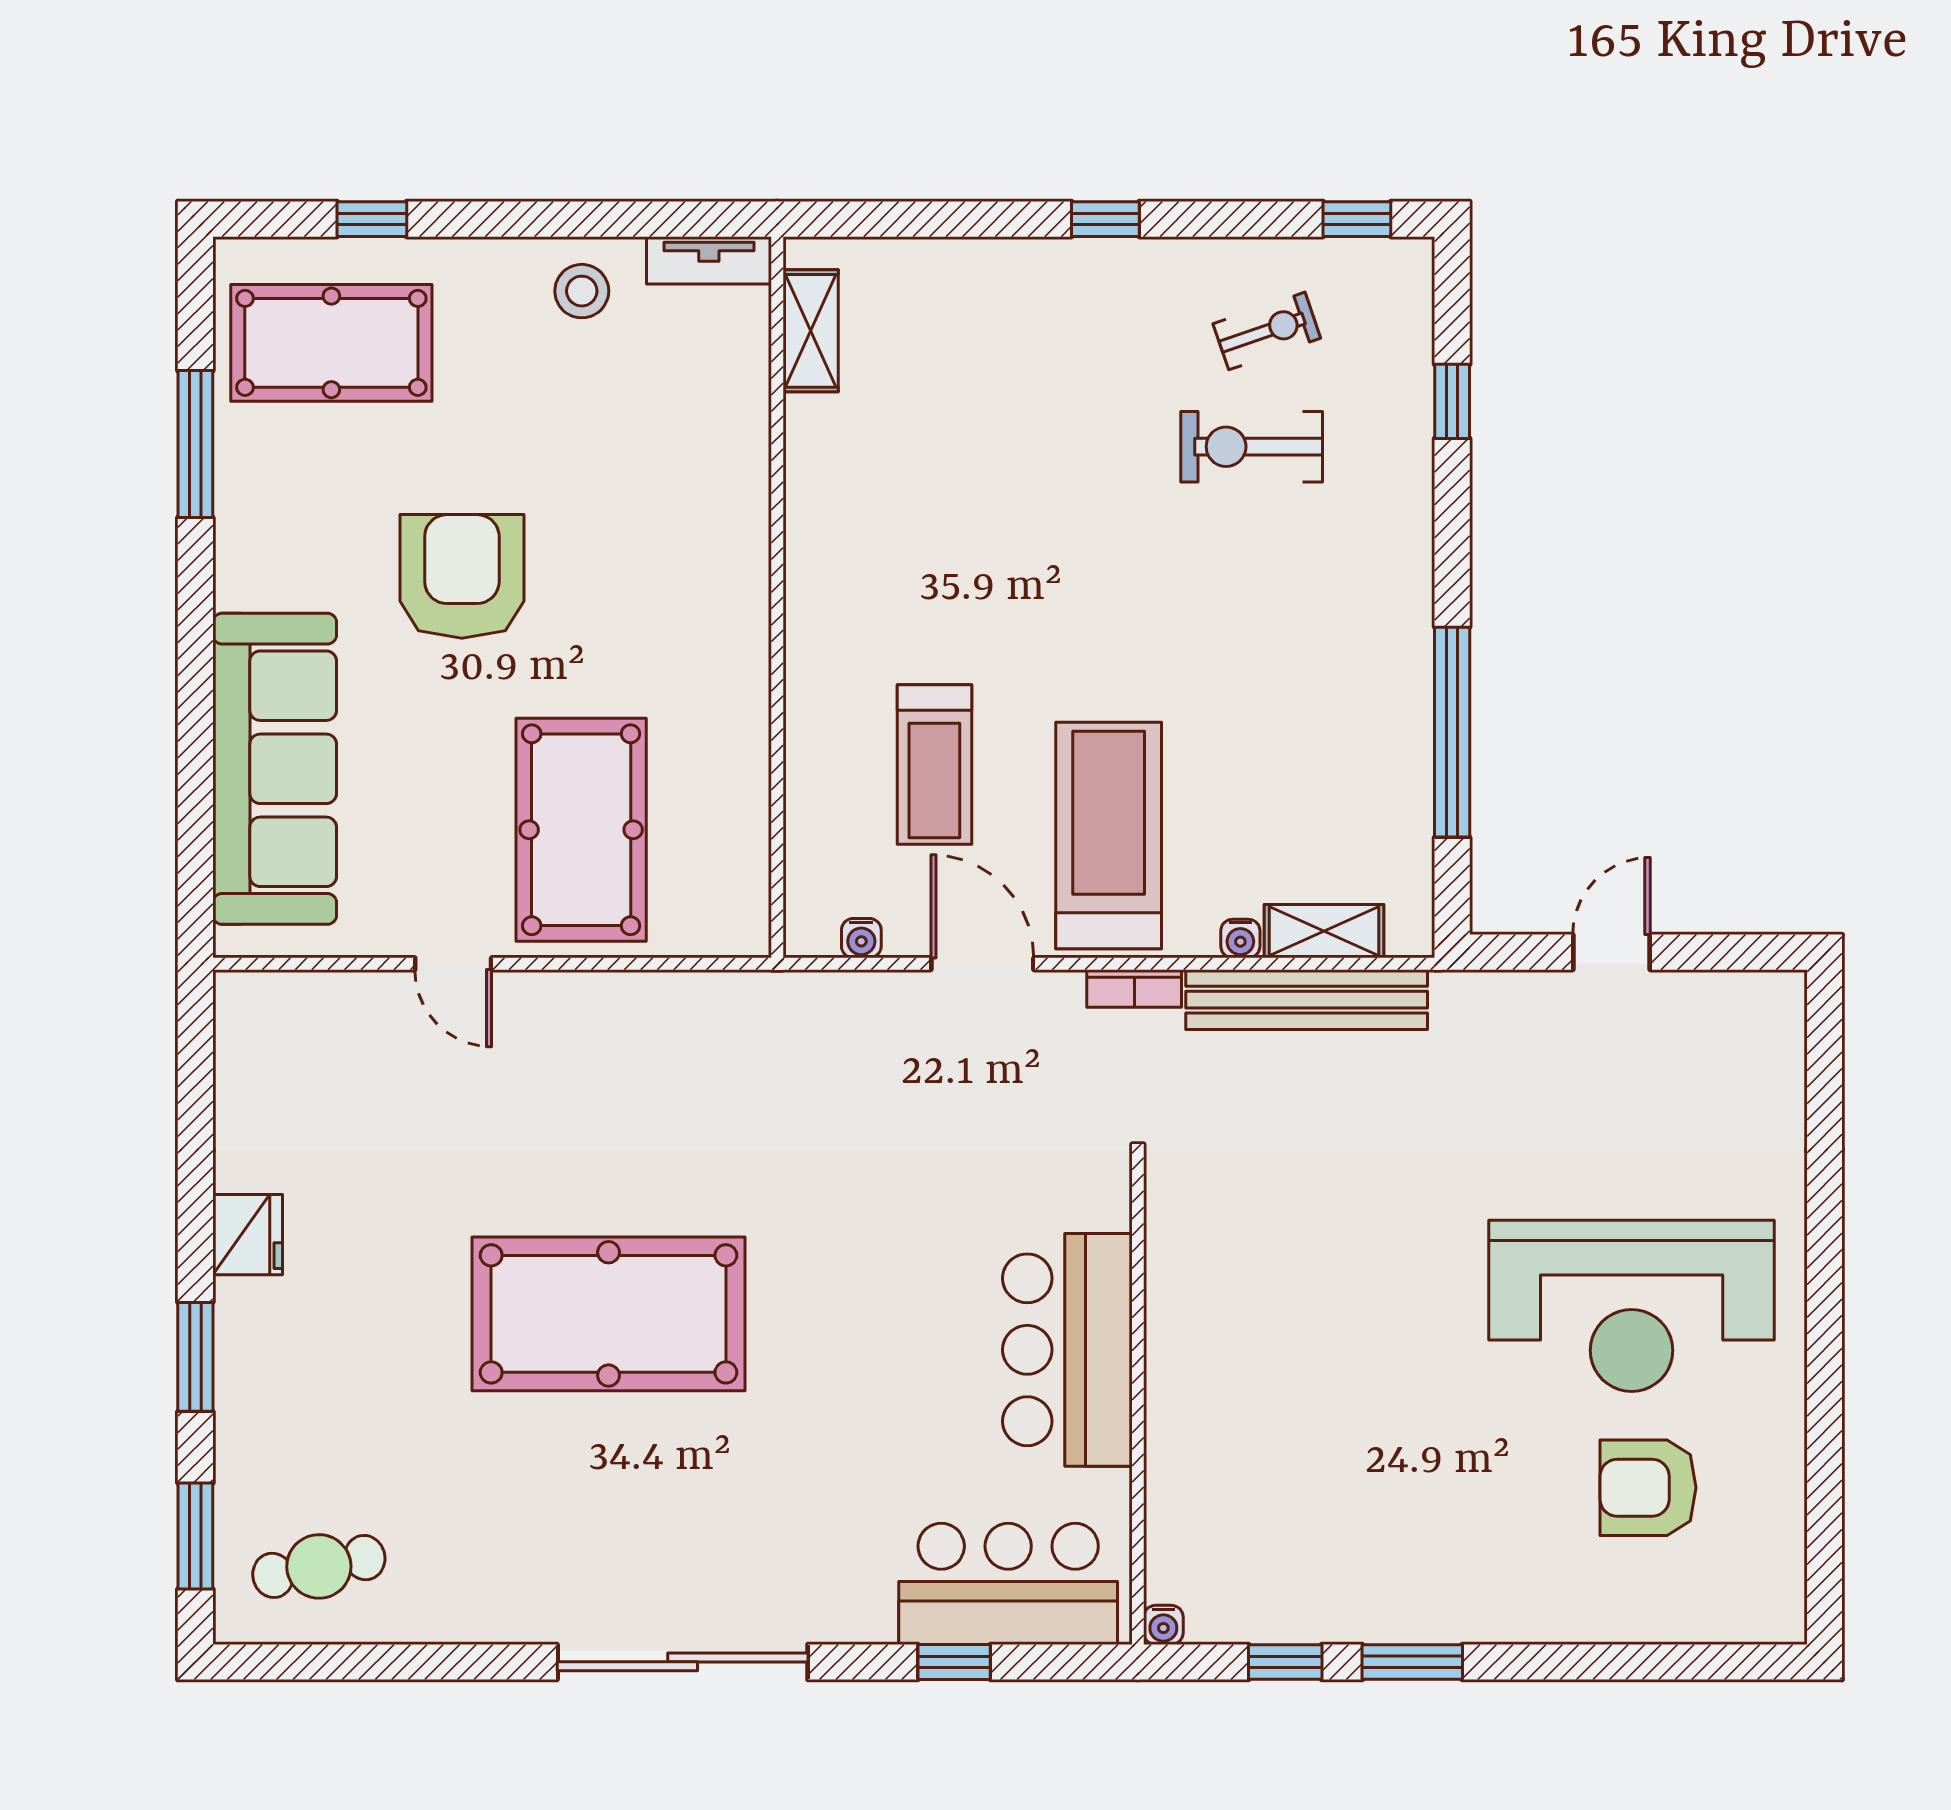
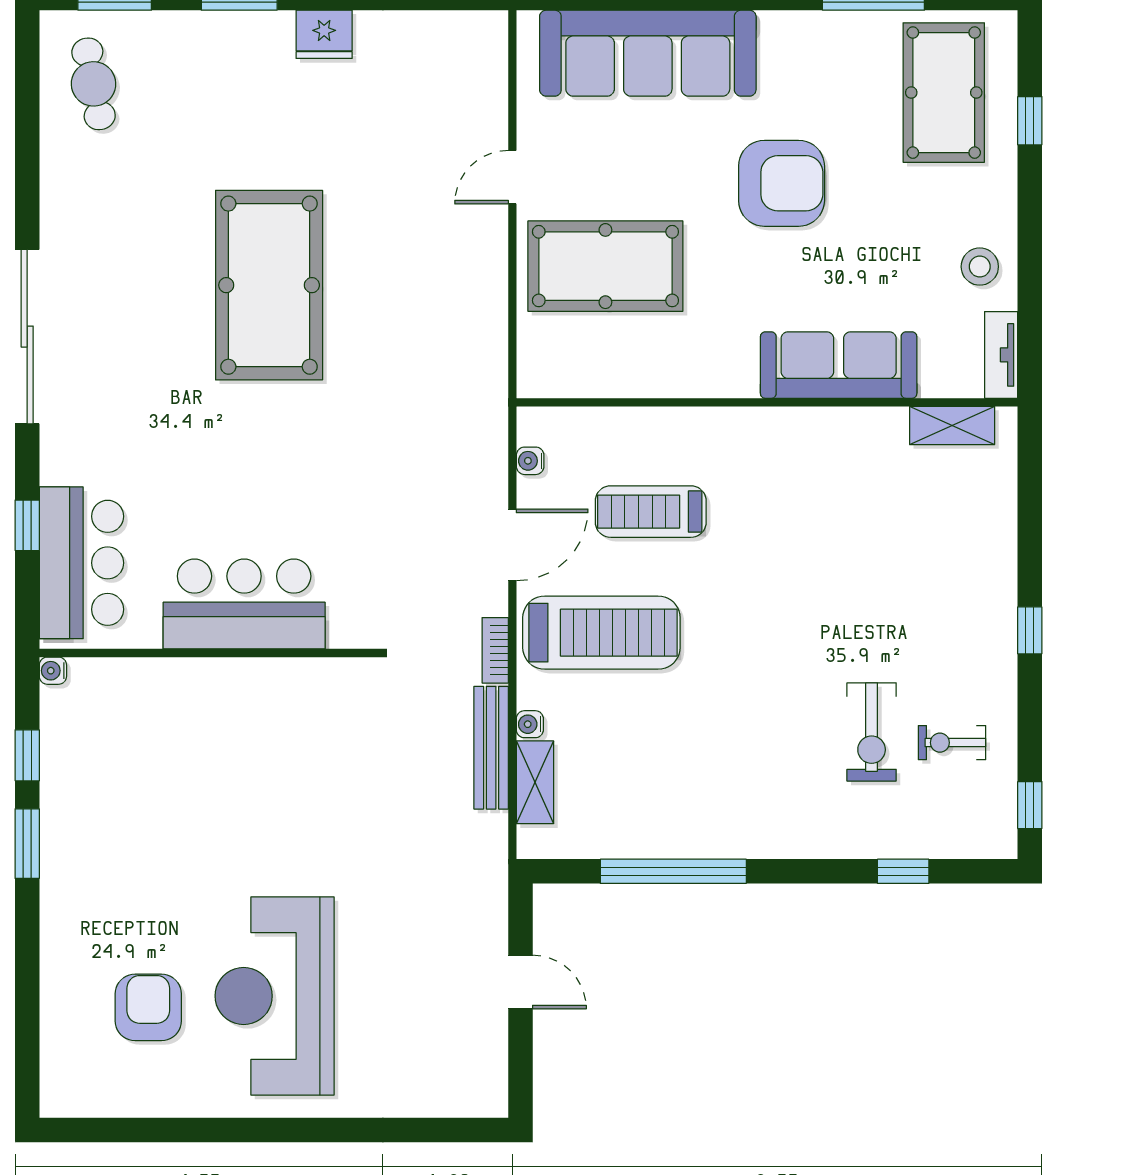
exercise bike: (1267, 331) -> (952, 743), turned 109
exercise bike: (1252, 447) -> (872, 732), turned 180
sofa: (724, 494) -> (839, 365), added
bench: (1307, 1000) -> (491, 748), width x0.73, depth x0.82

